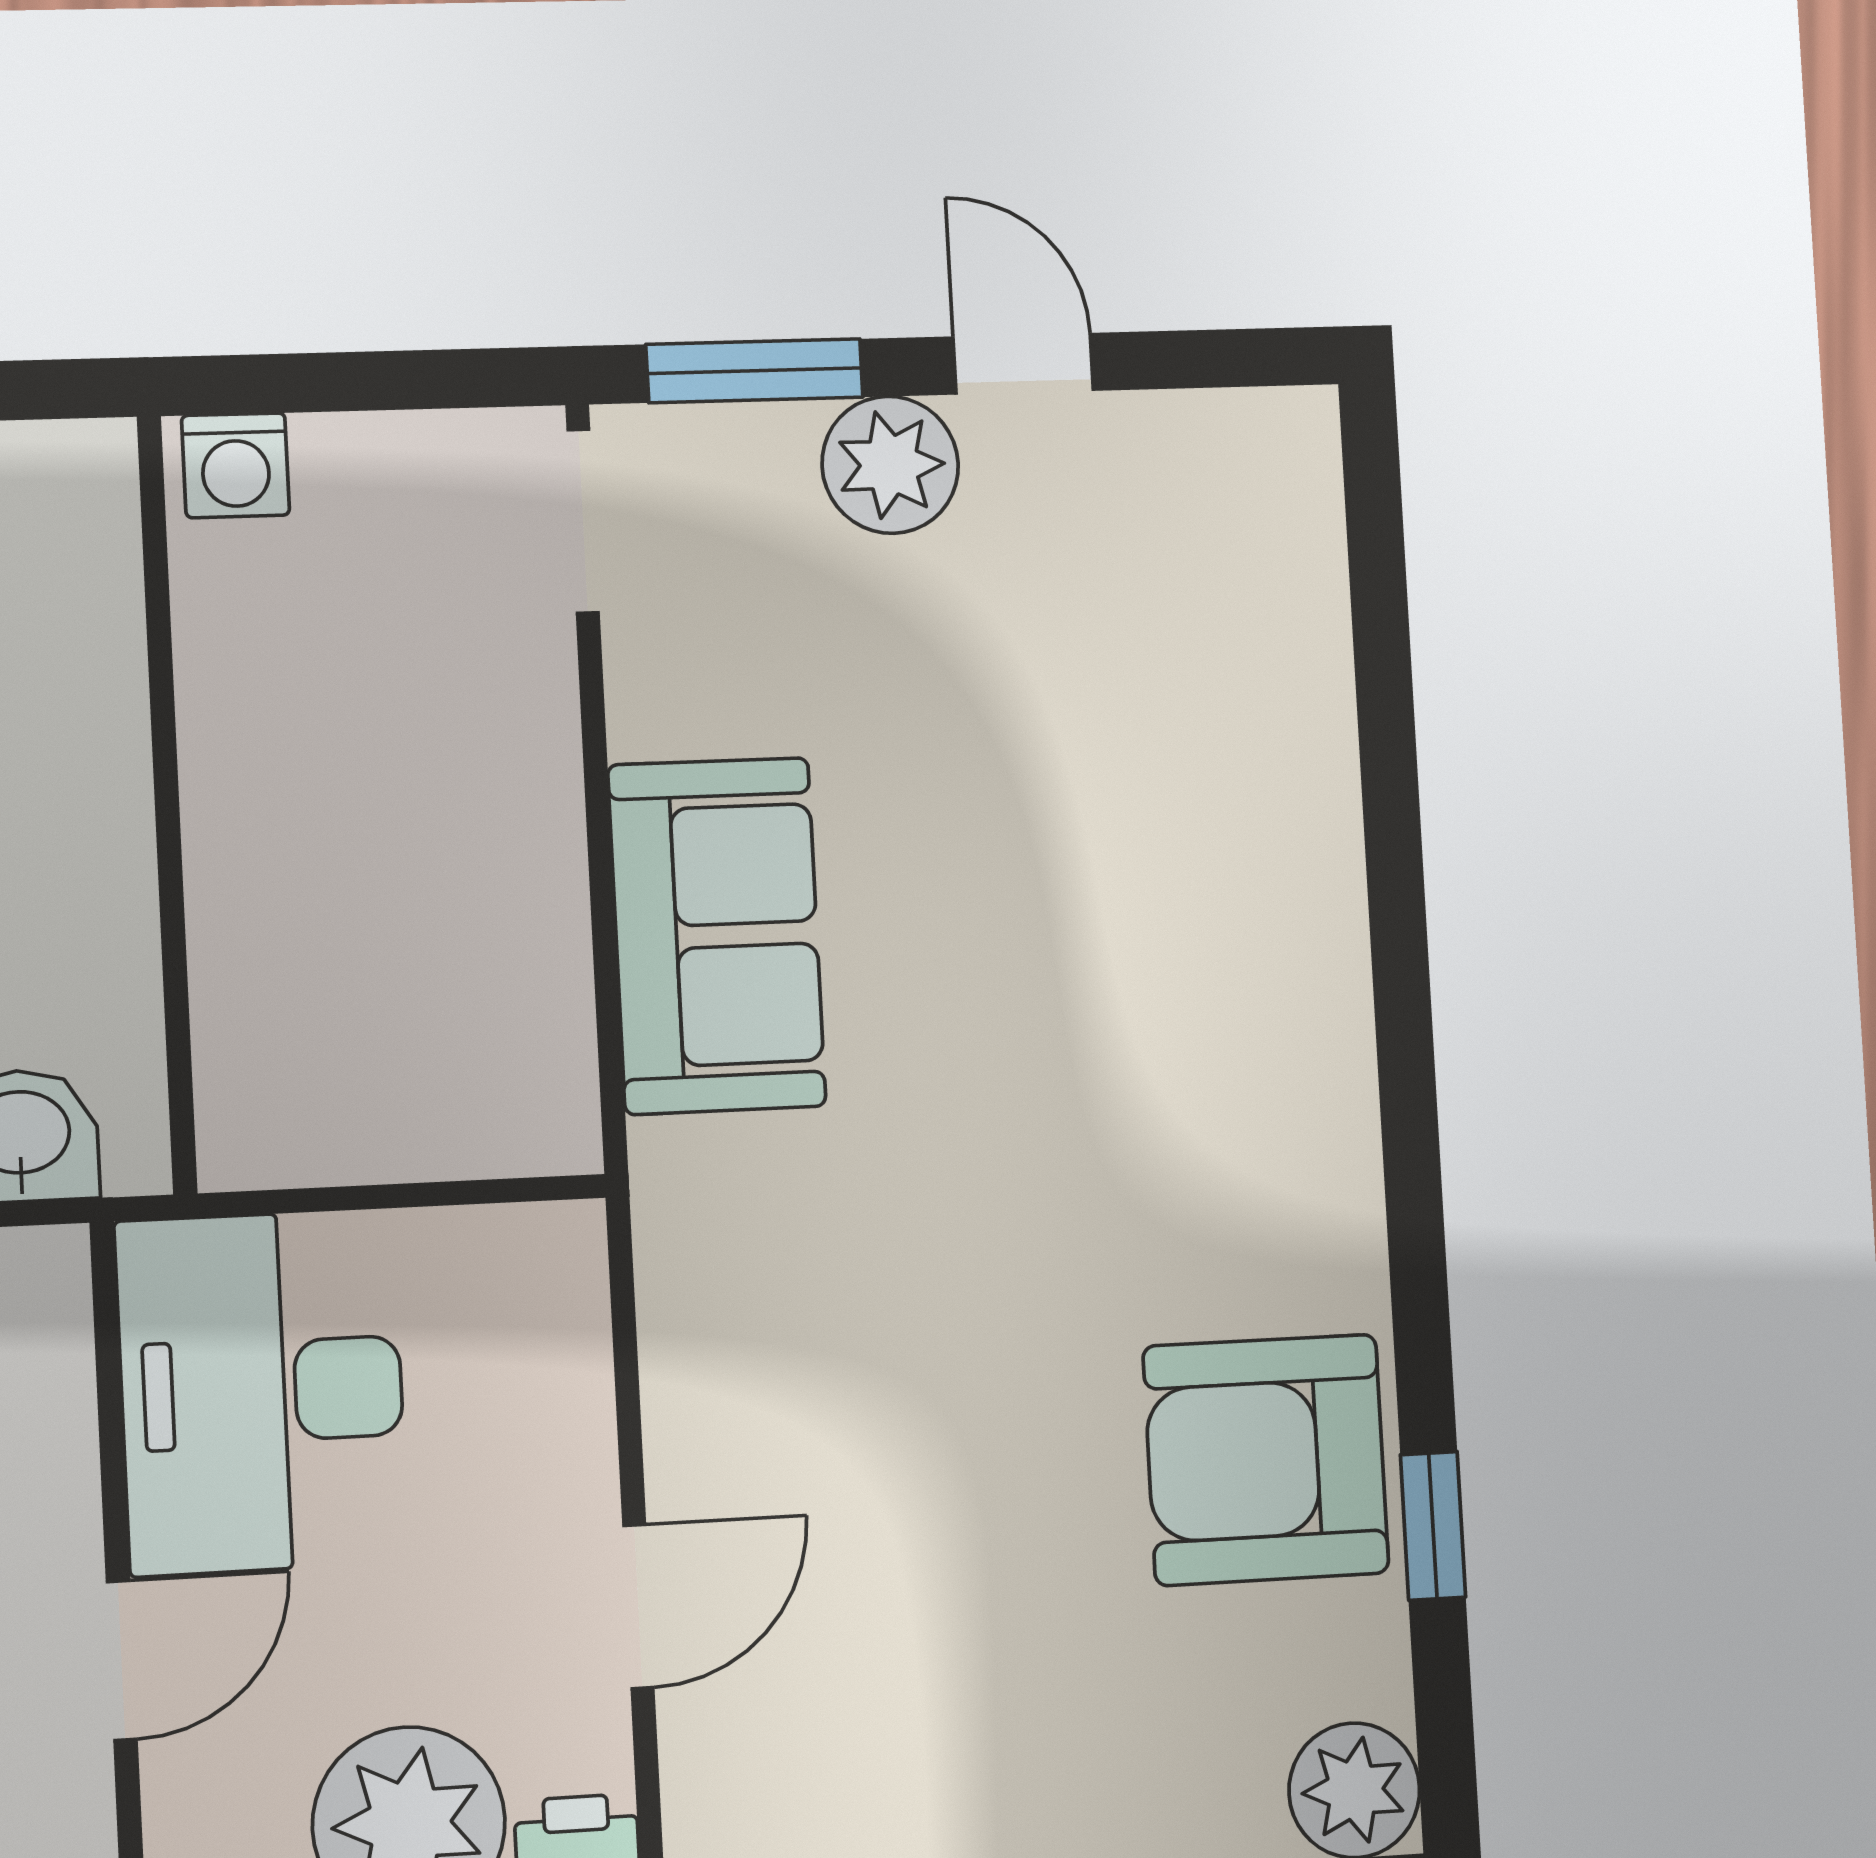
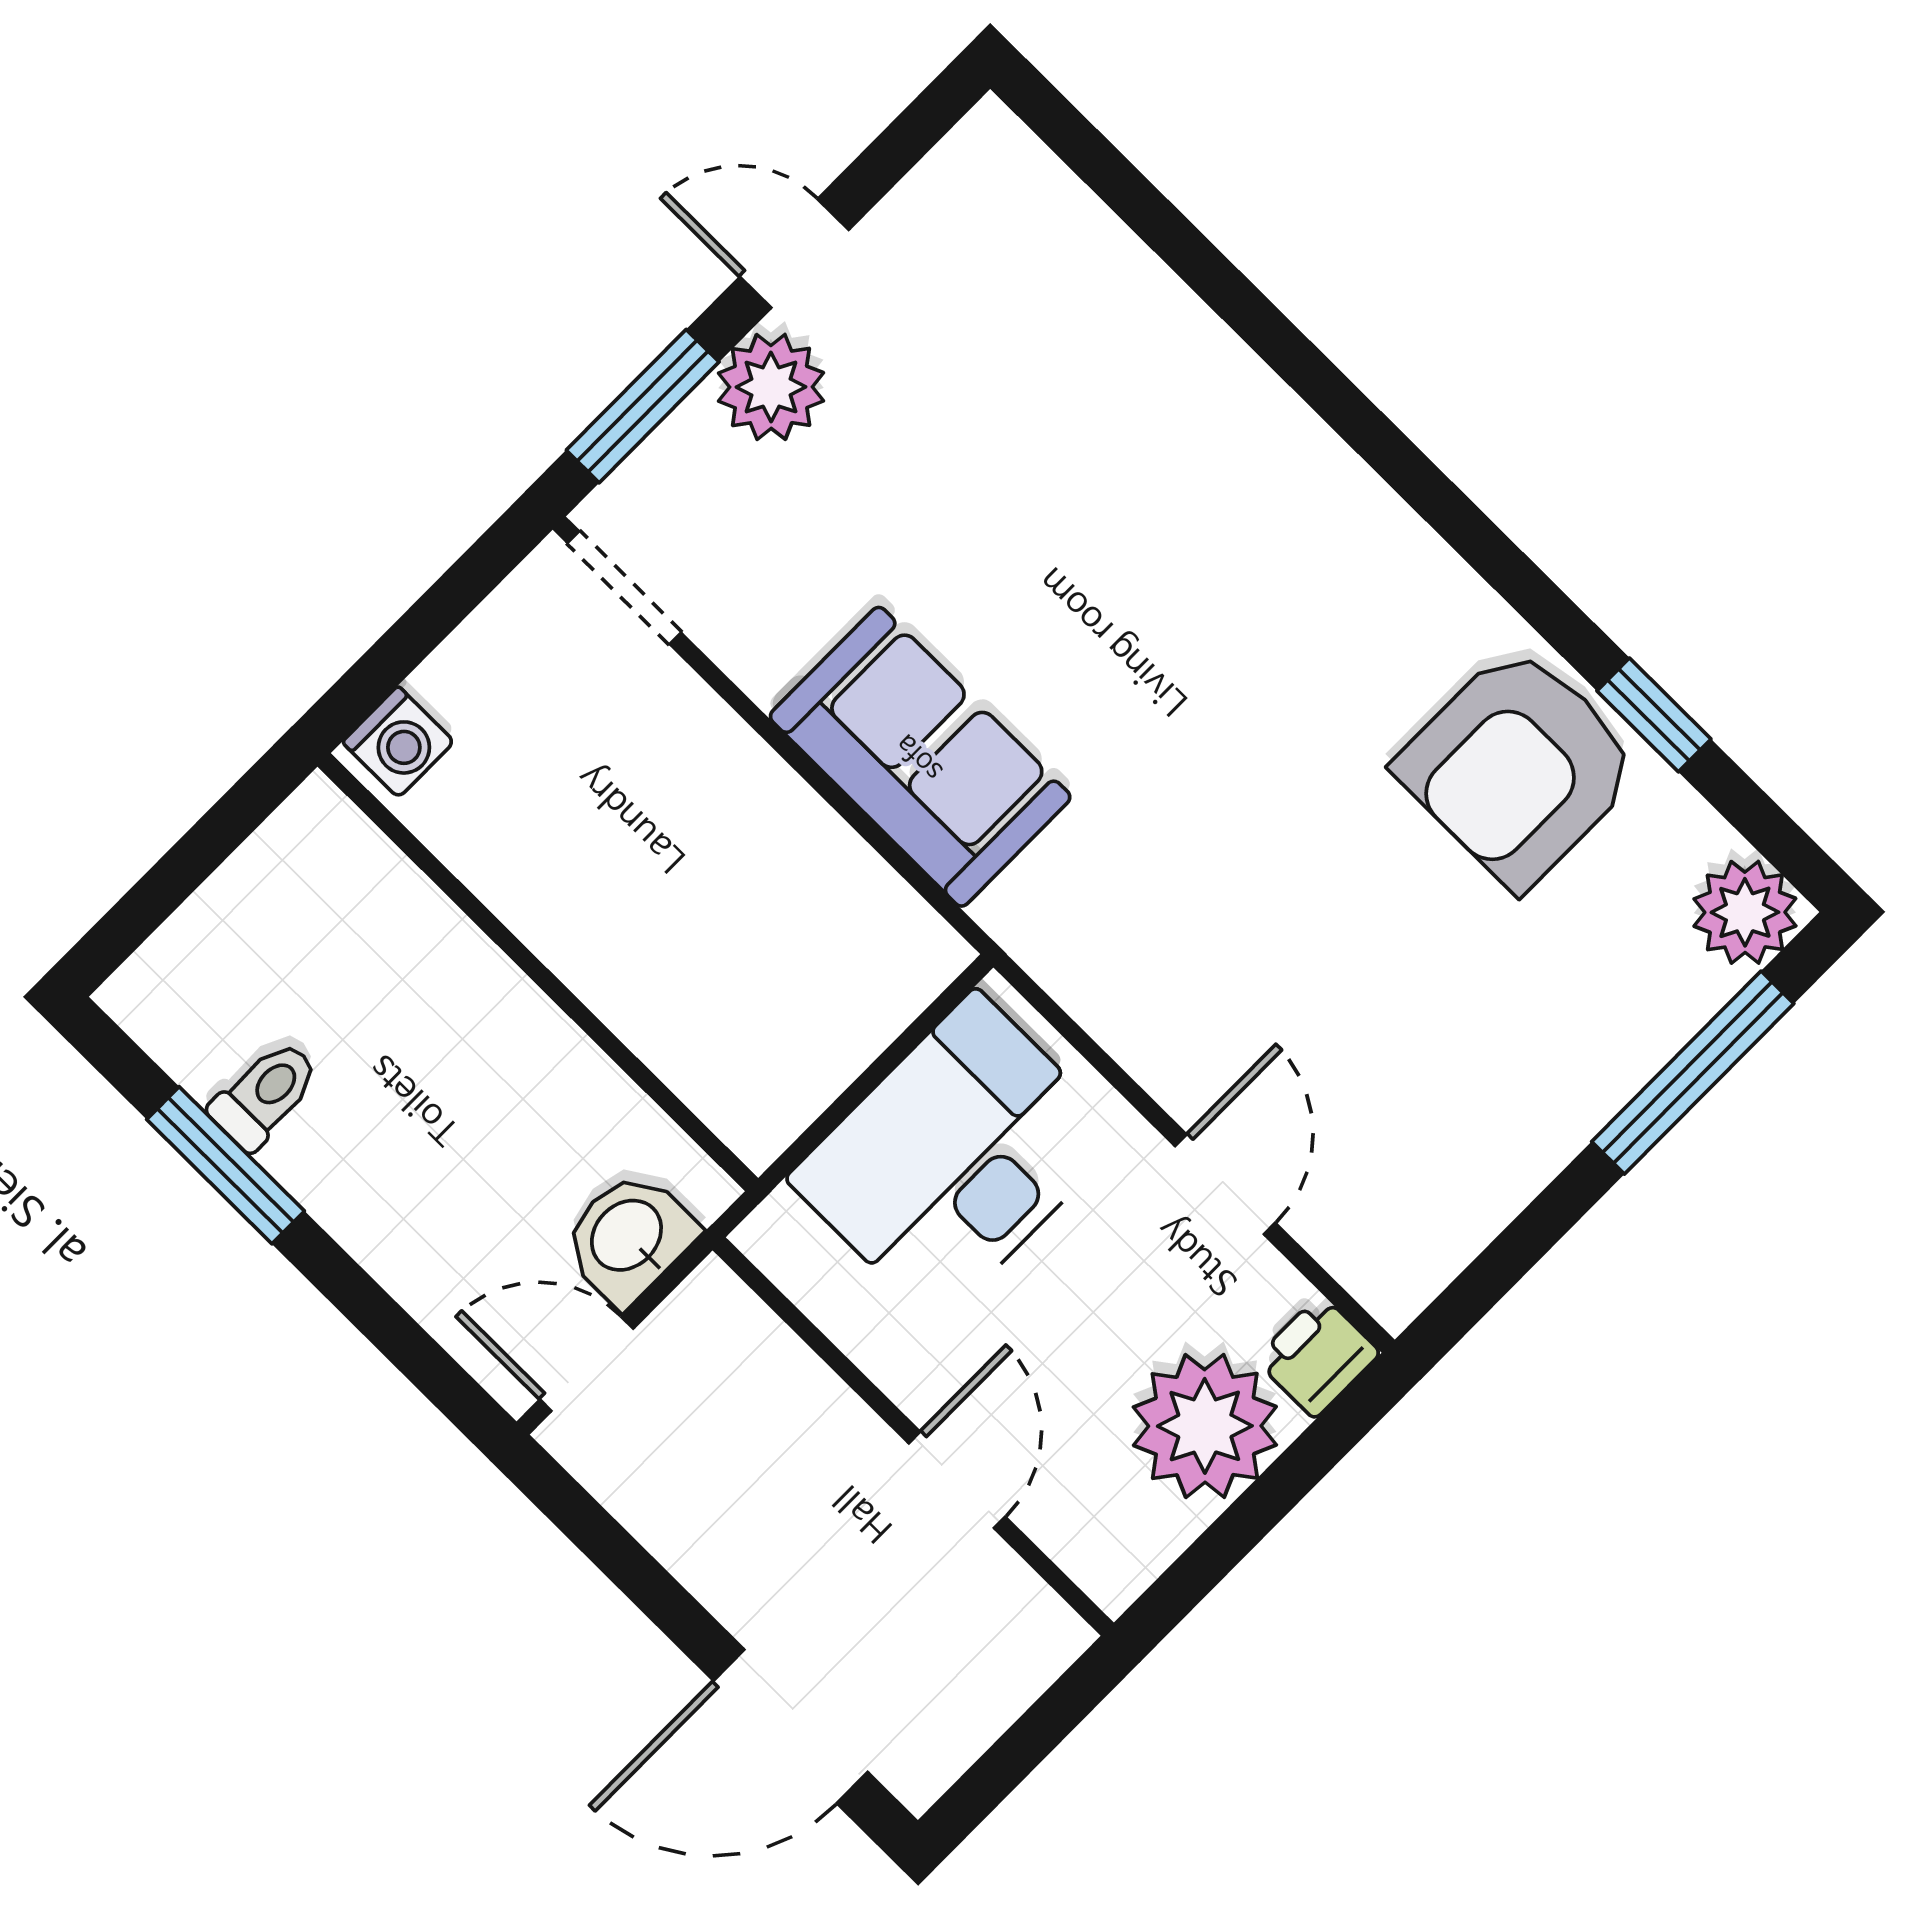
desk: (262, 1392) -> (956, 1158), moved, turned 90

